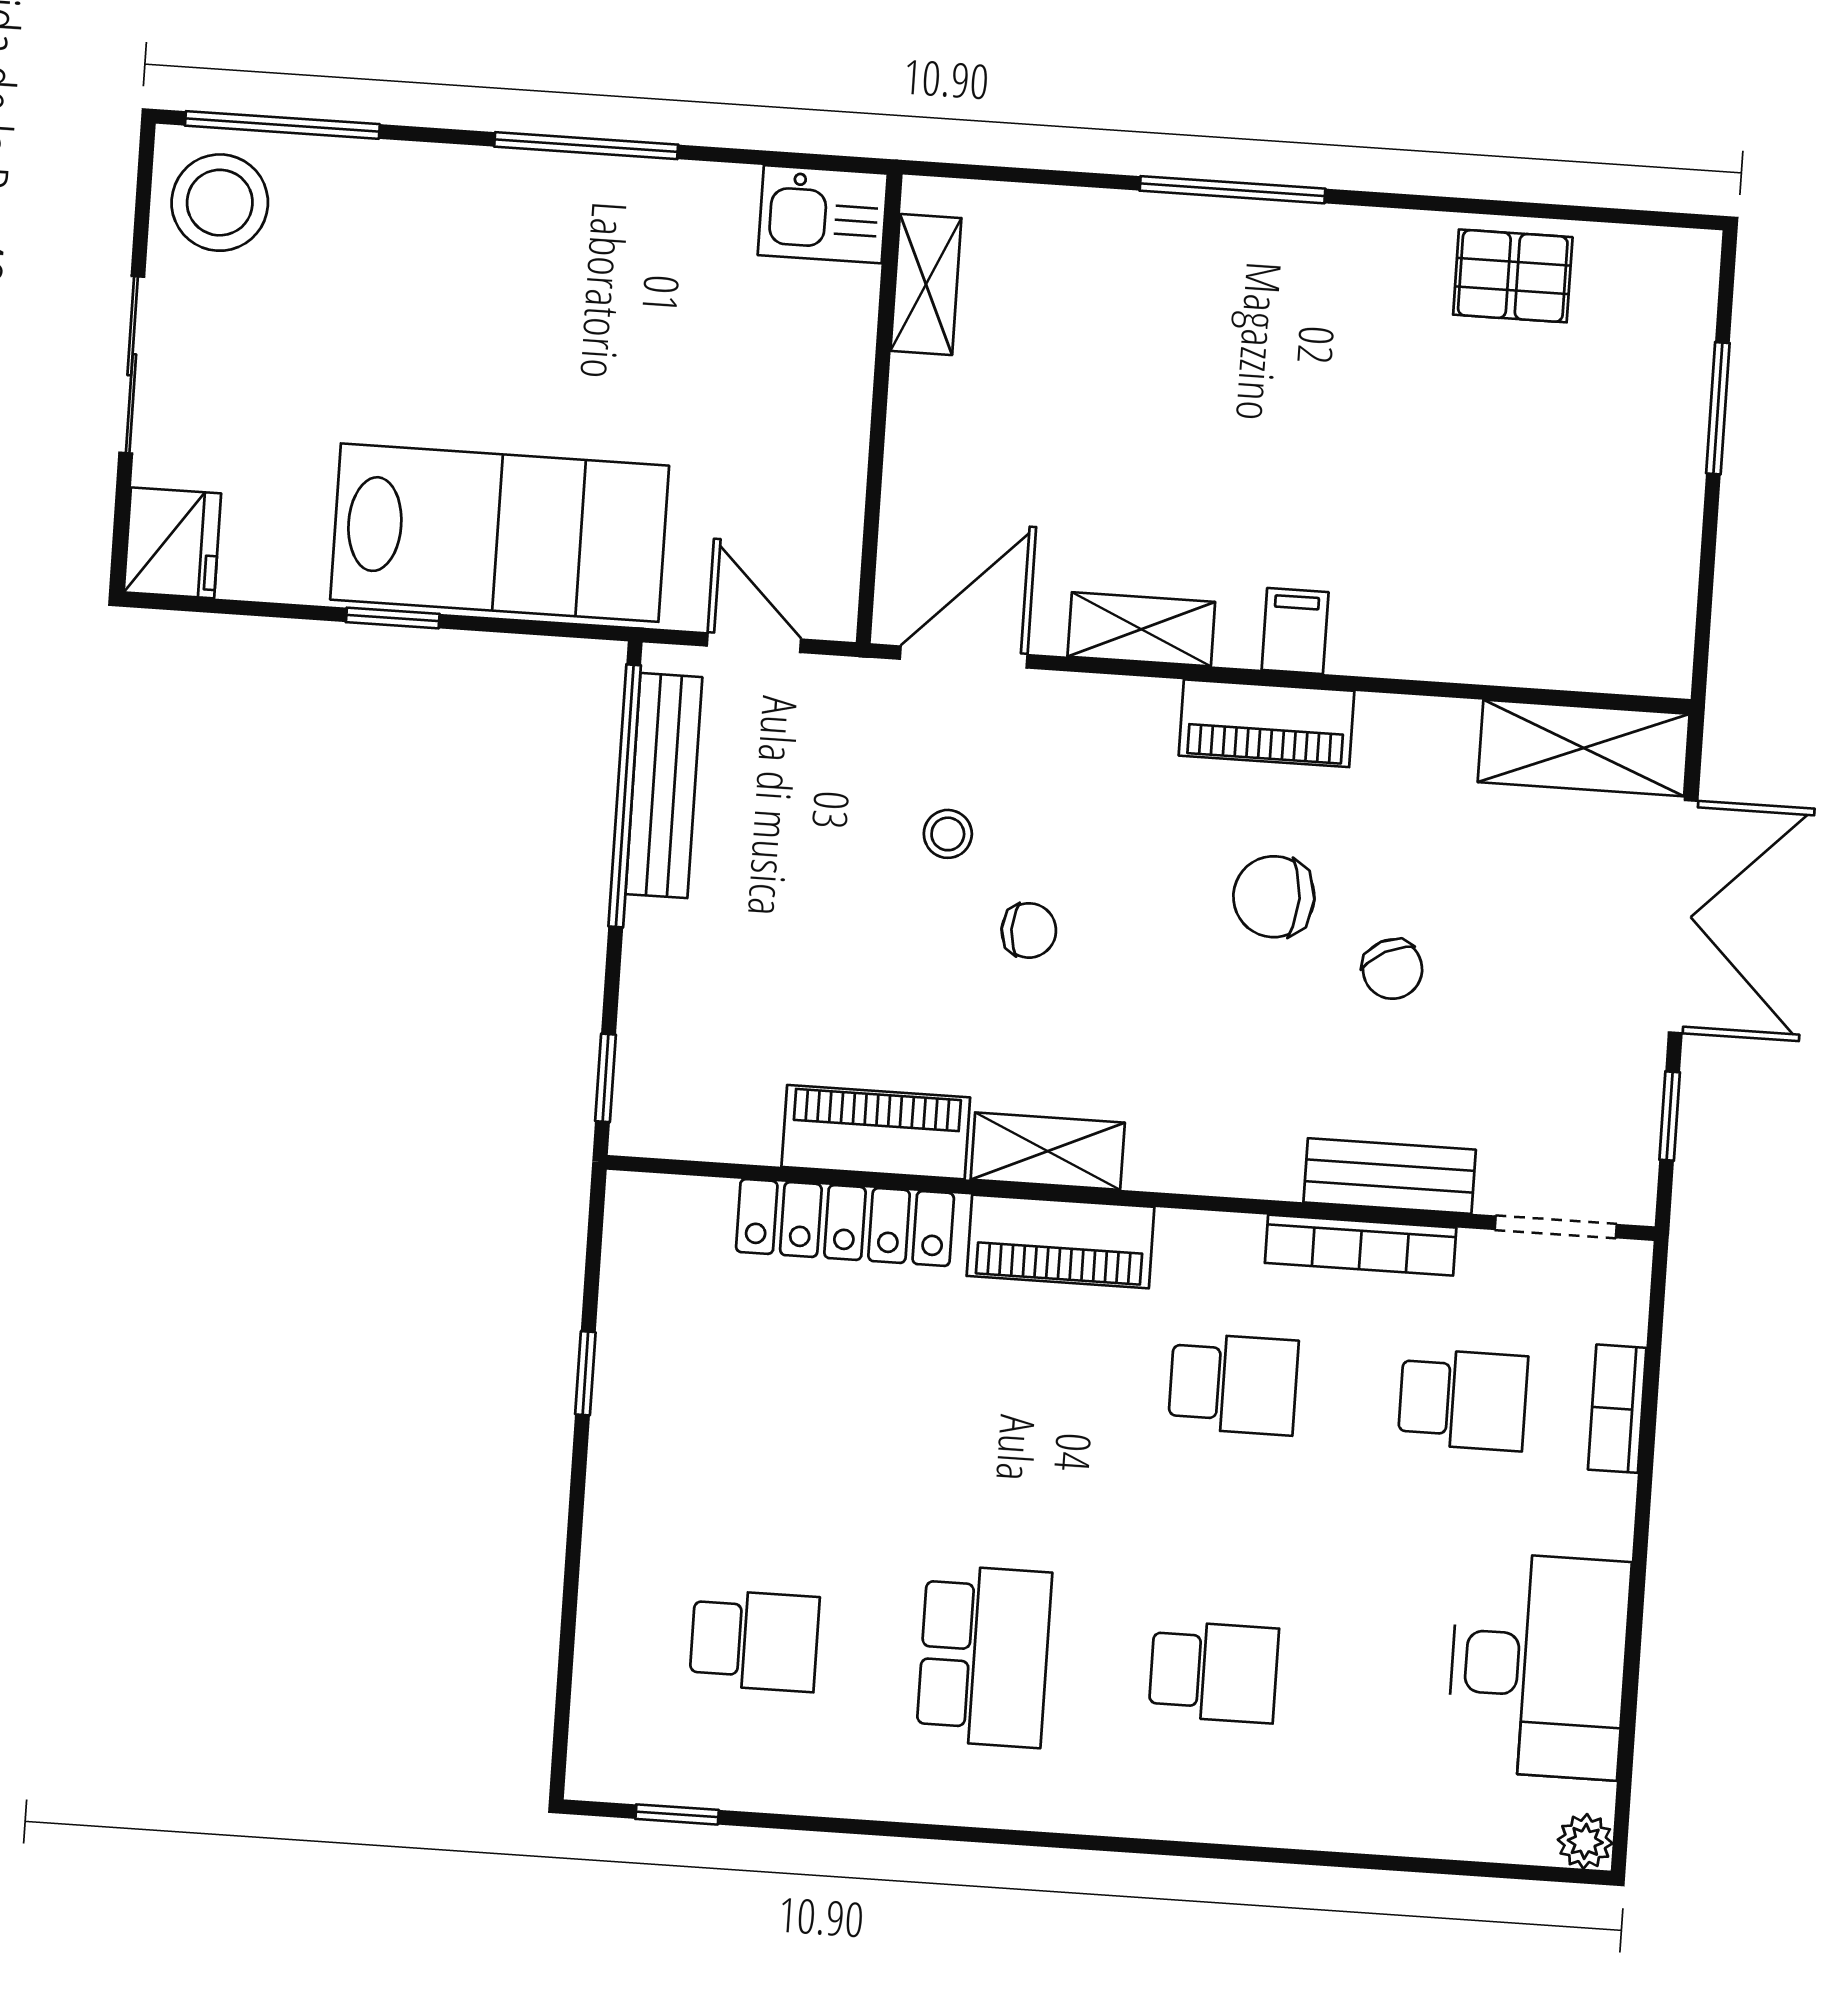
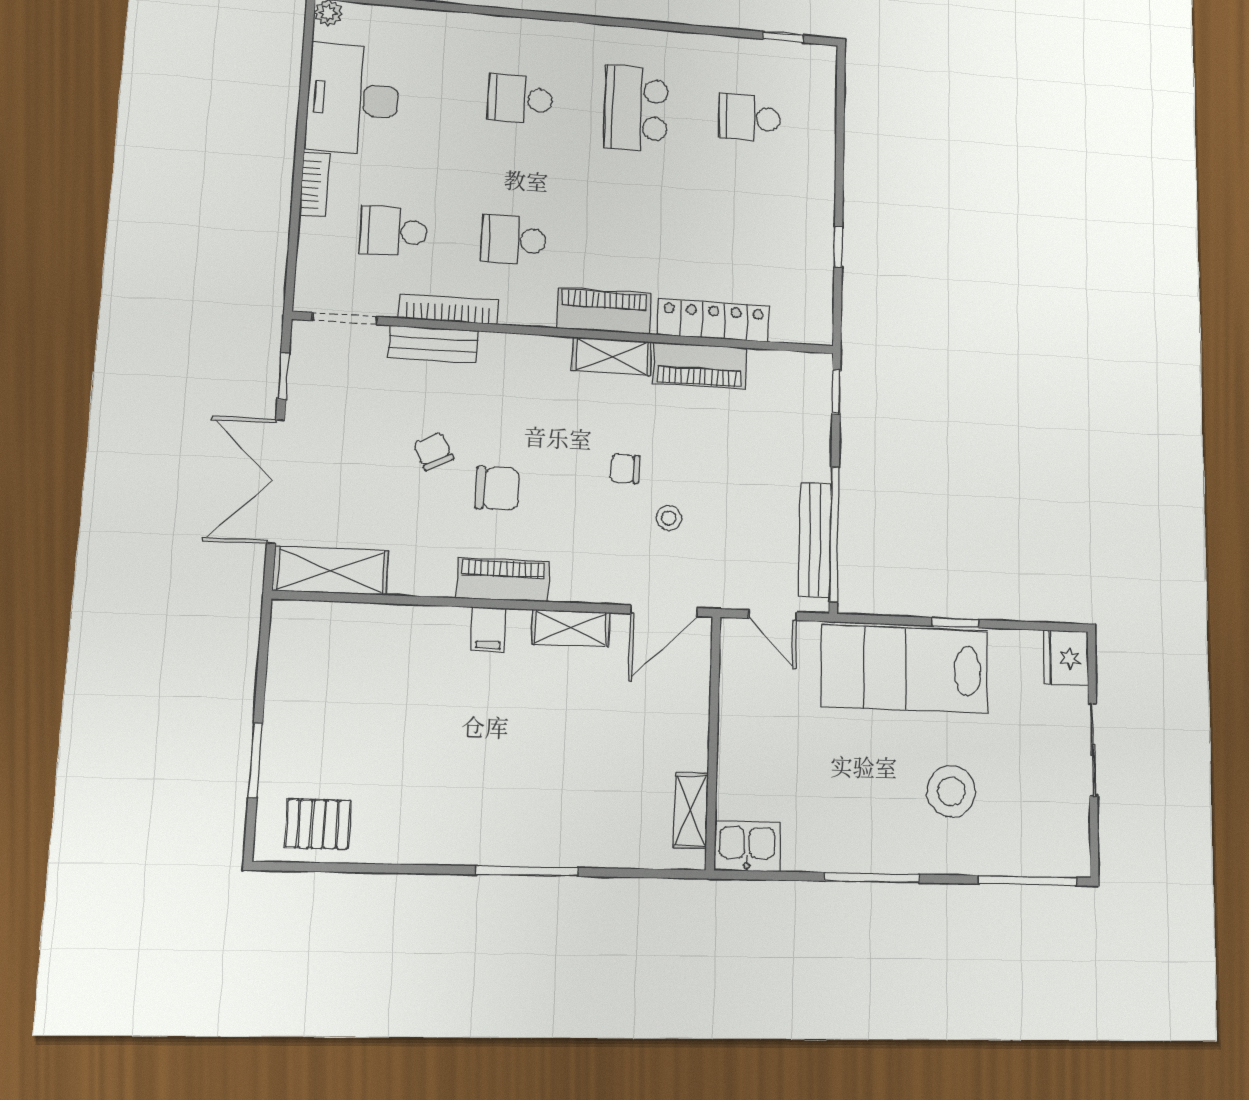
stool: (220, 203) -> (951, 791), moved
pallet: (1513, 276) -> (318, 824), moved
bookcase: (1617, 1409) -> (315, 184), moved

